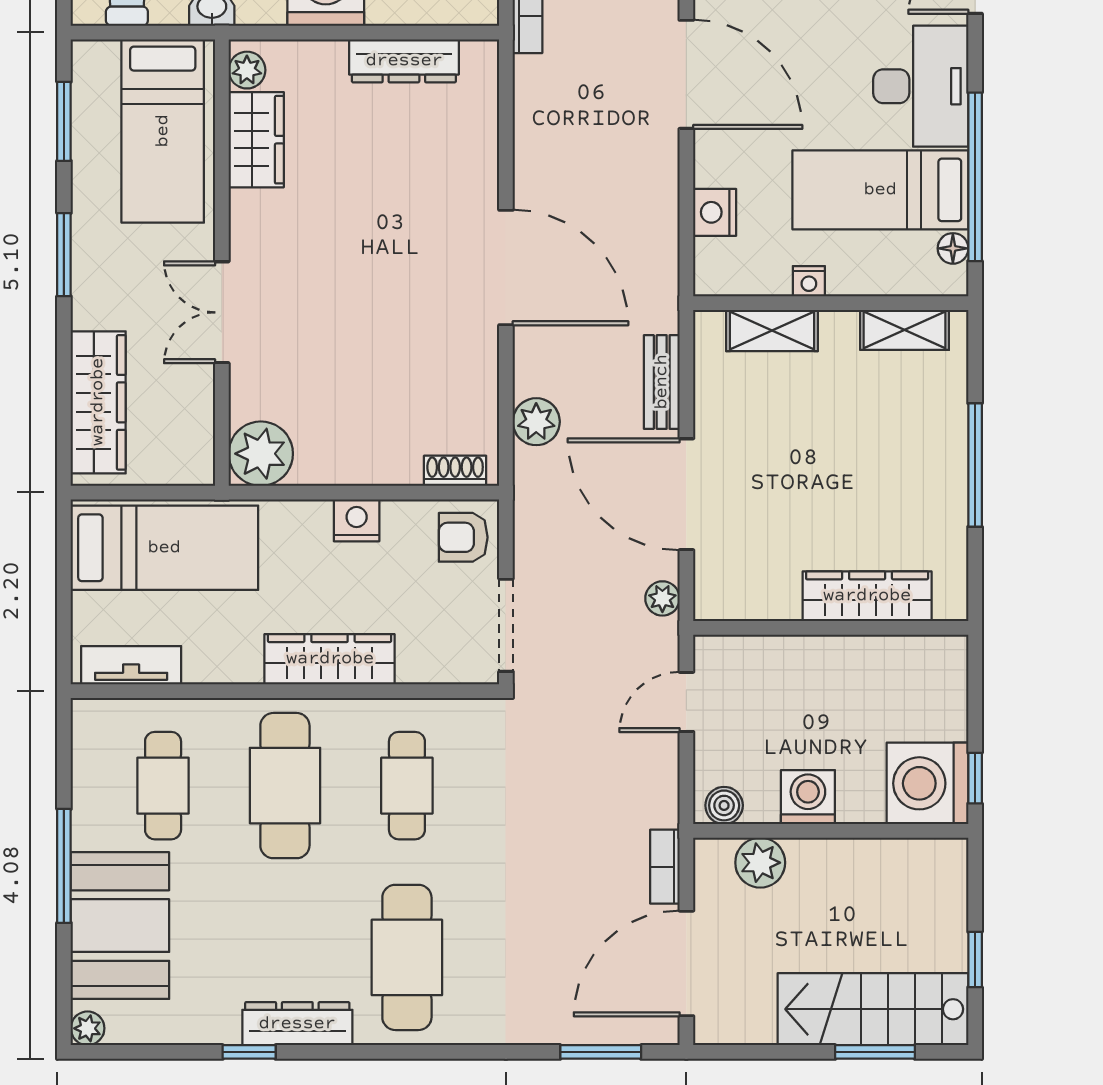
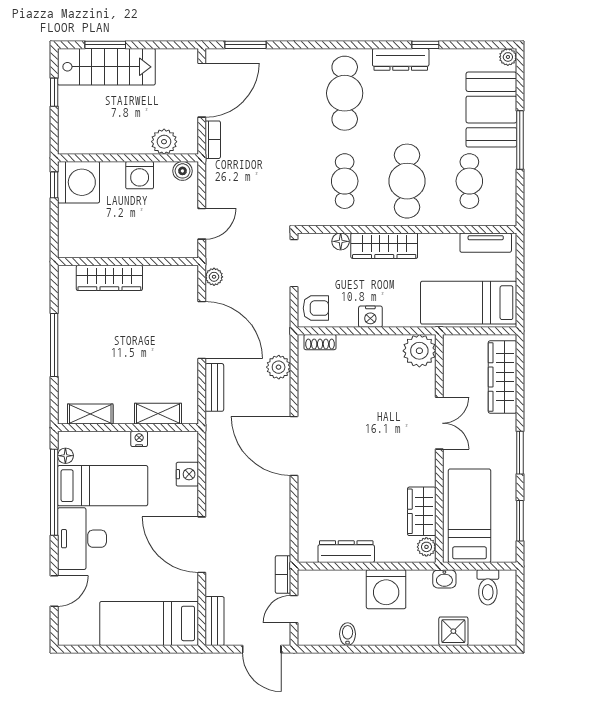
floor lamp: (415, 668) -> (341, 241), added

